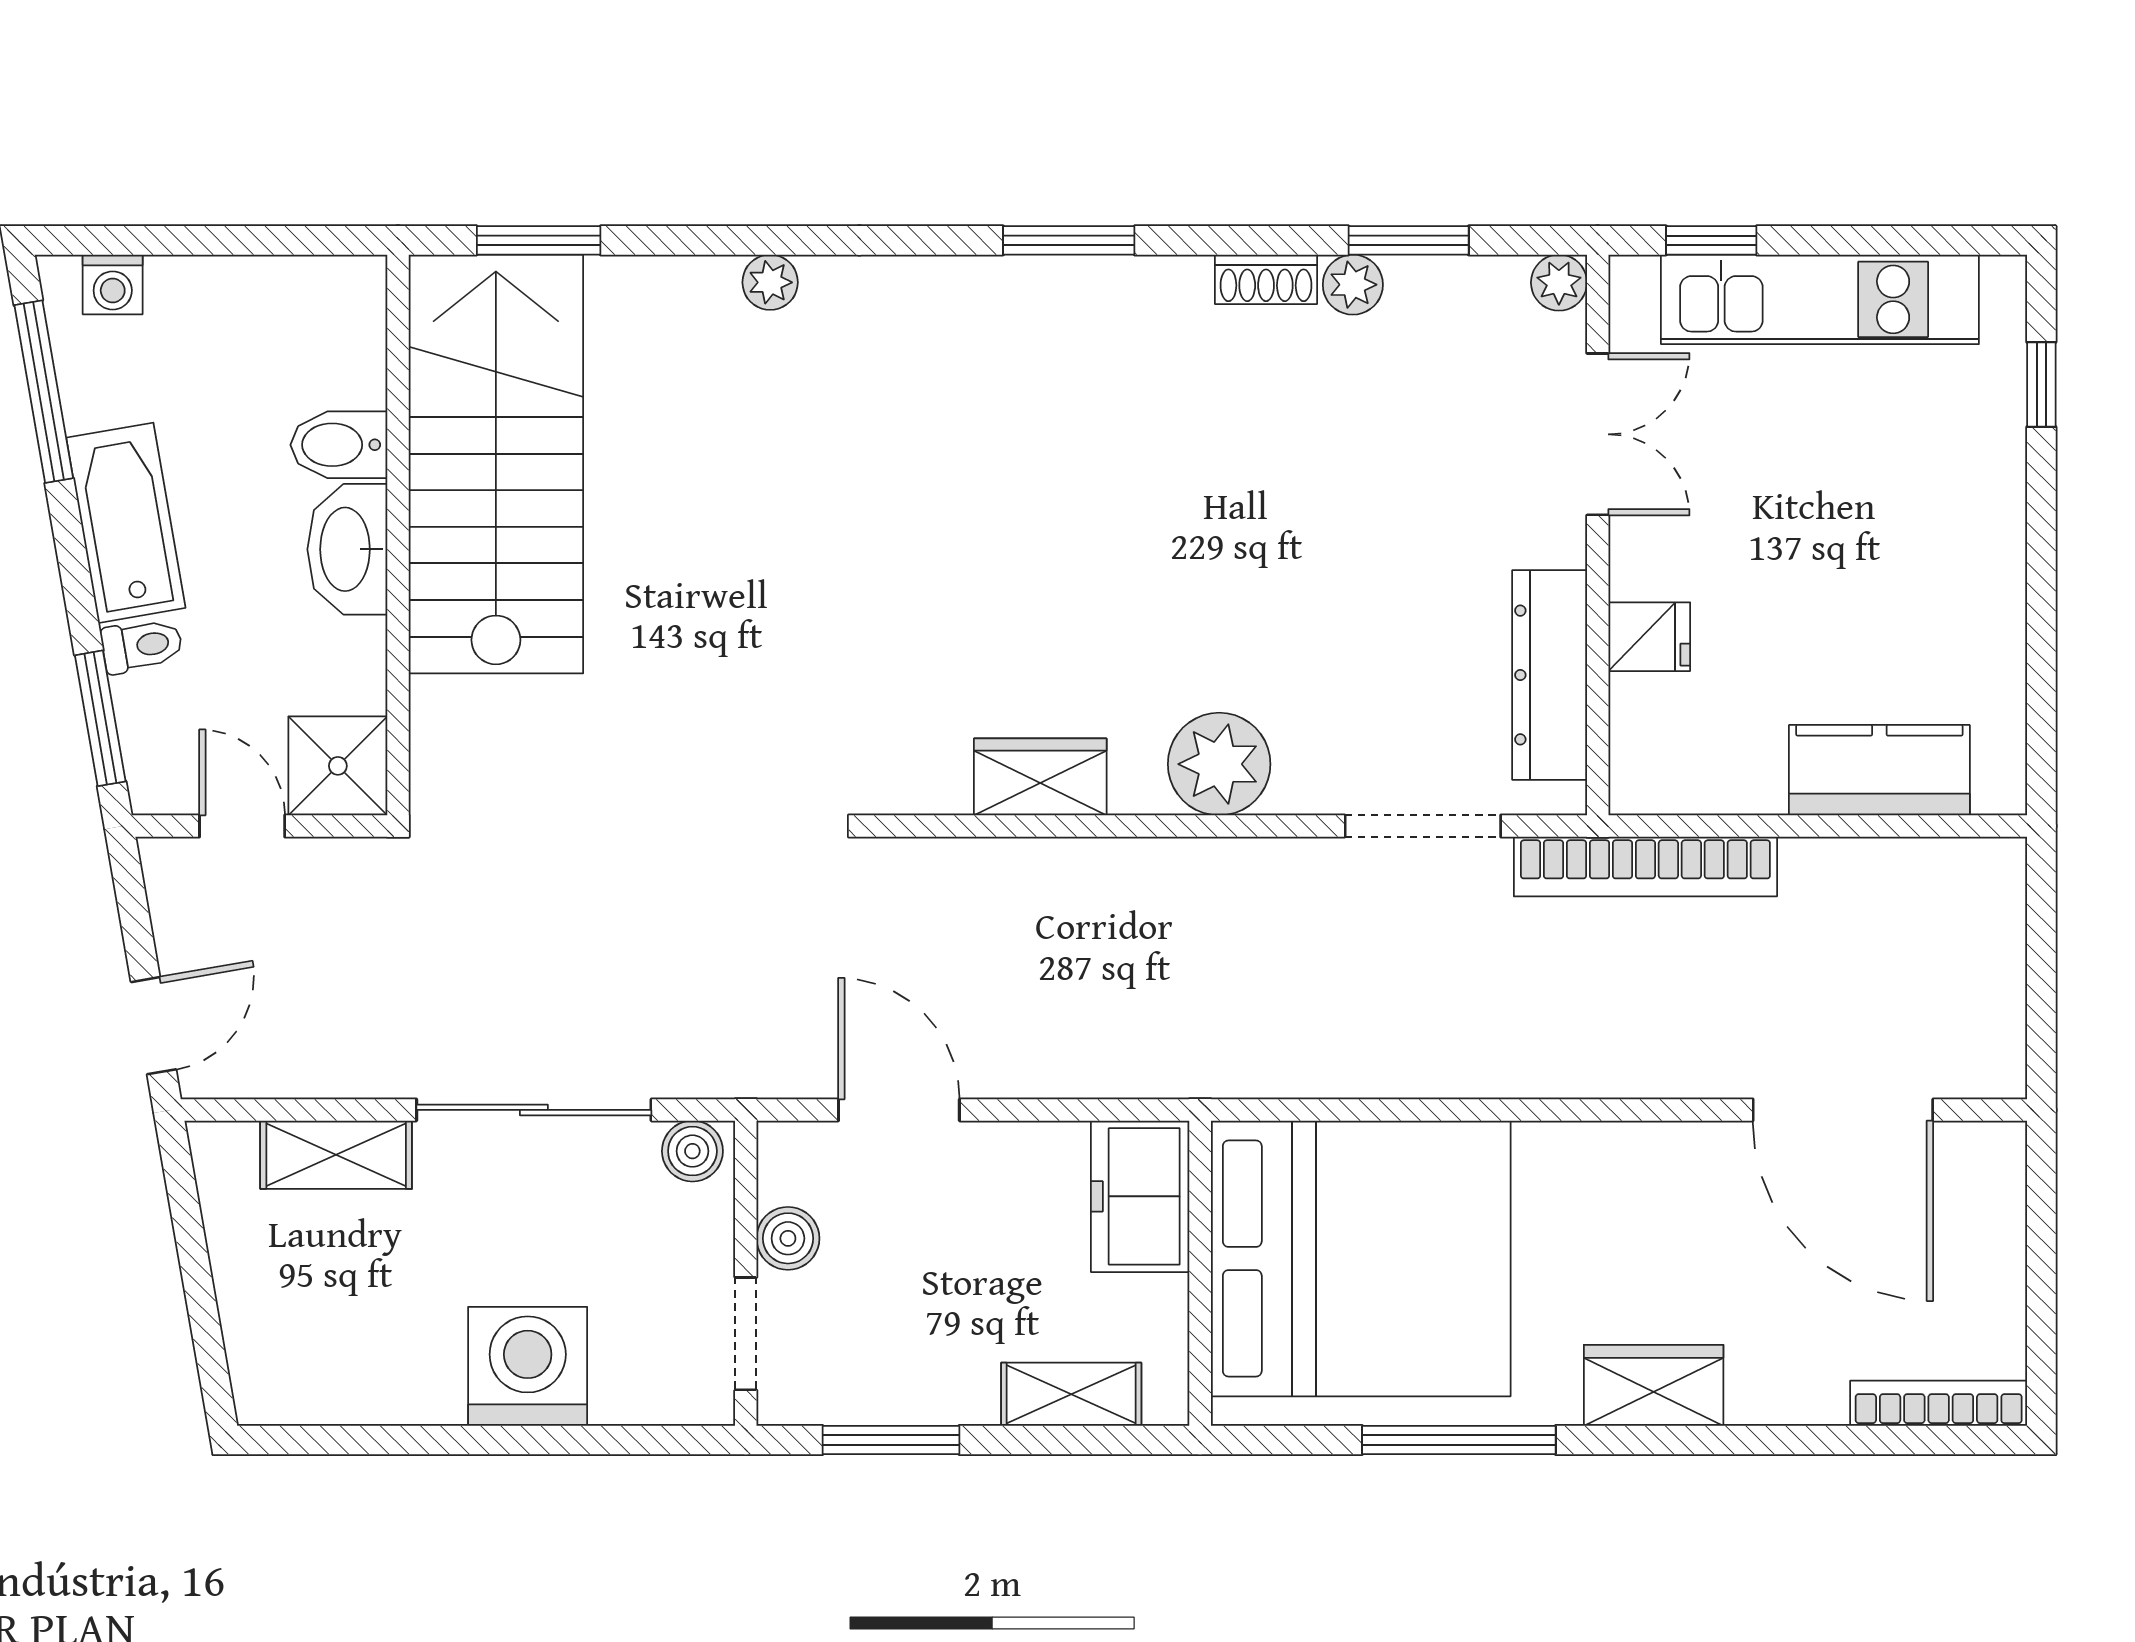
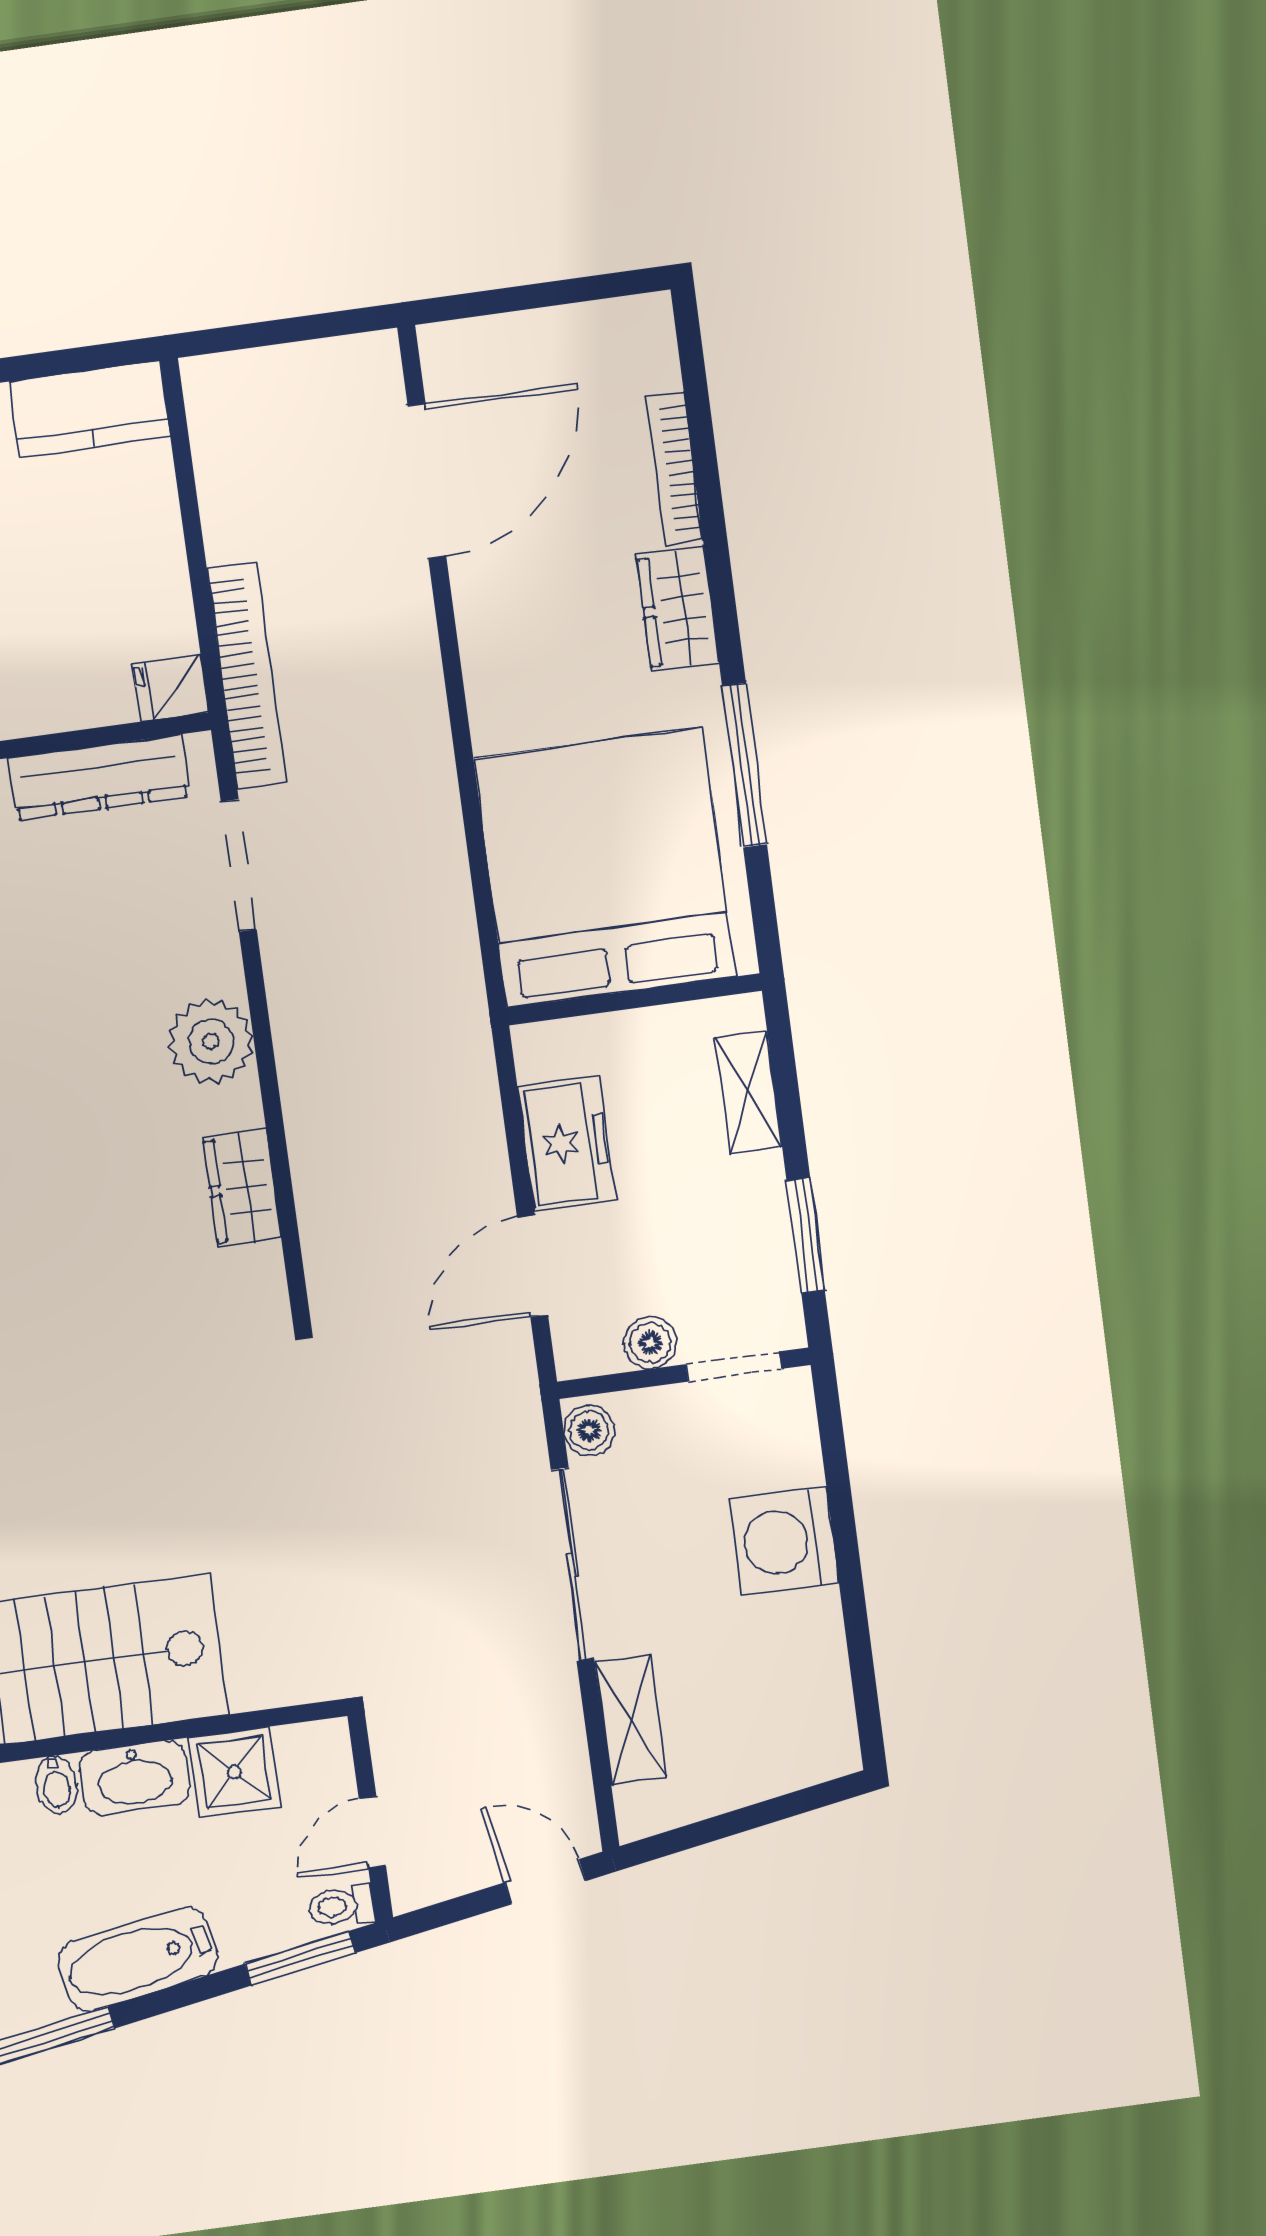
bidet: (339, 445) -> (56, 1785), width x0.72, depth x0.74
fridge: (1649, 637) -> (171, 688), moved, turned -90
toilet: (142, 646) -> (341, 1906), moved, turned -80
shower: (338, 766) -> (234, 1772), moved
kitchen counter: (1879, 770) -> (90, 409), moved, turned -90
freezer: (1140, 1196) -> (566, 1143), moved, turned -90
bookcase: (1939, 1403) -> (675, 469), moved

